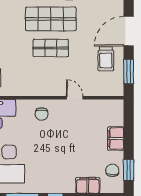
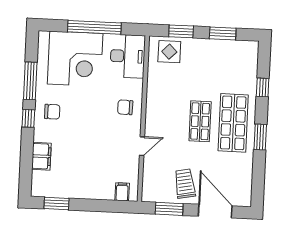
trolley: (106, 59) -> (185, 184), turned 79
filing cabinet: (116, 139) -> (122, 192), moved, width x0.50
chair: (112, 170) -> (52, 112), moved

